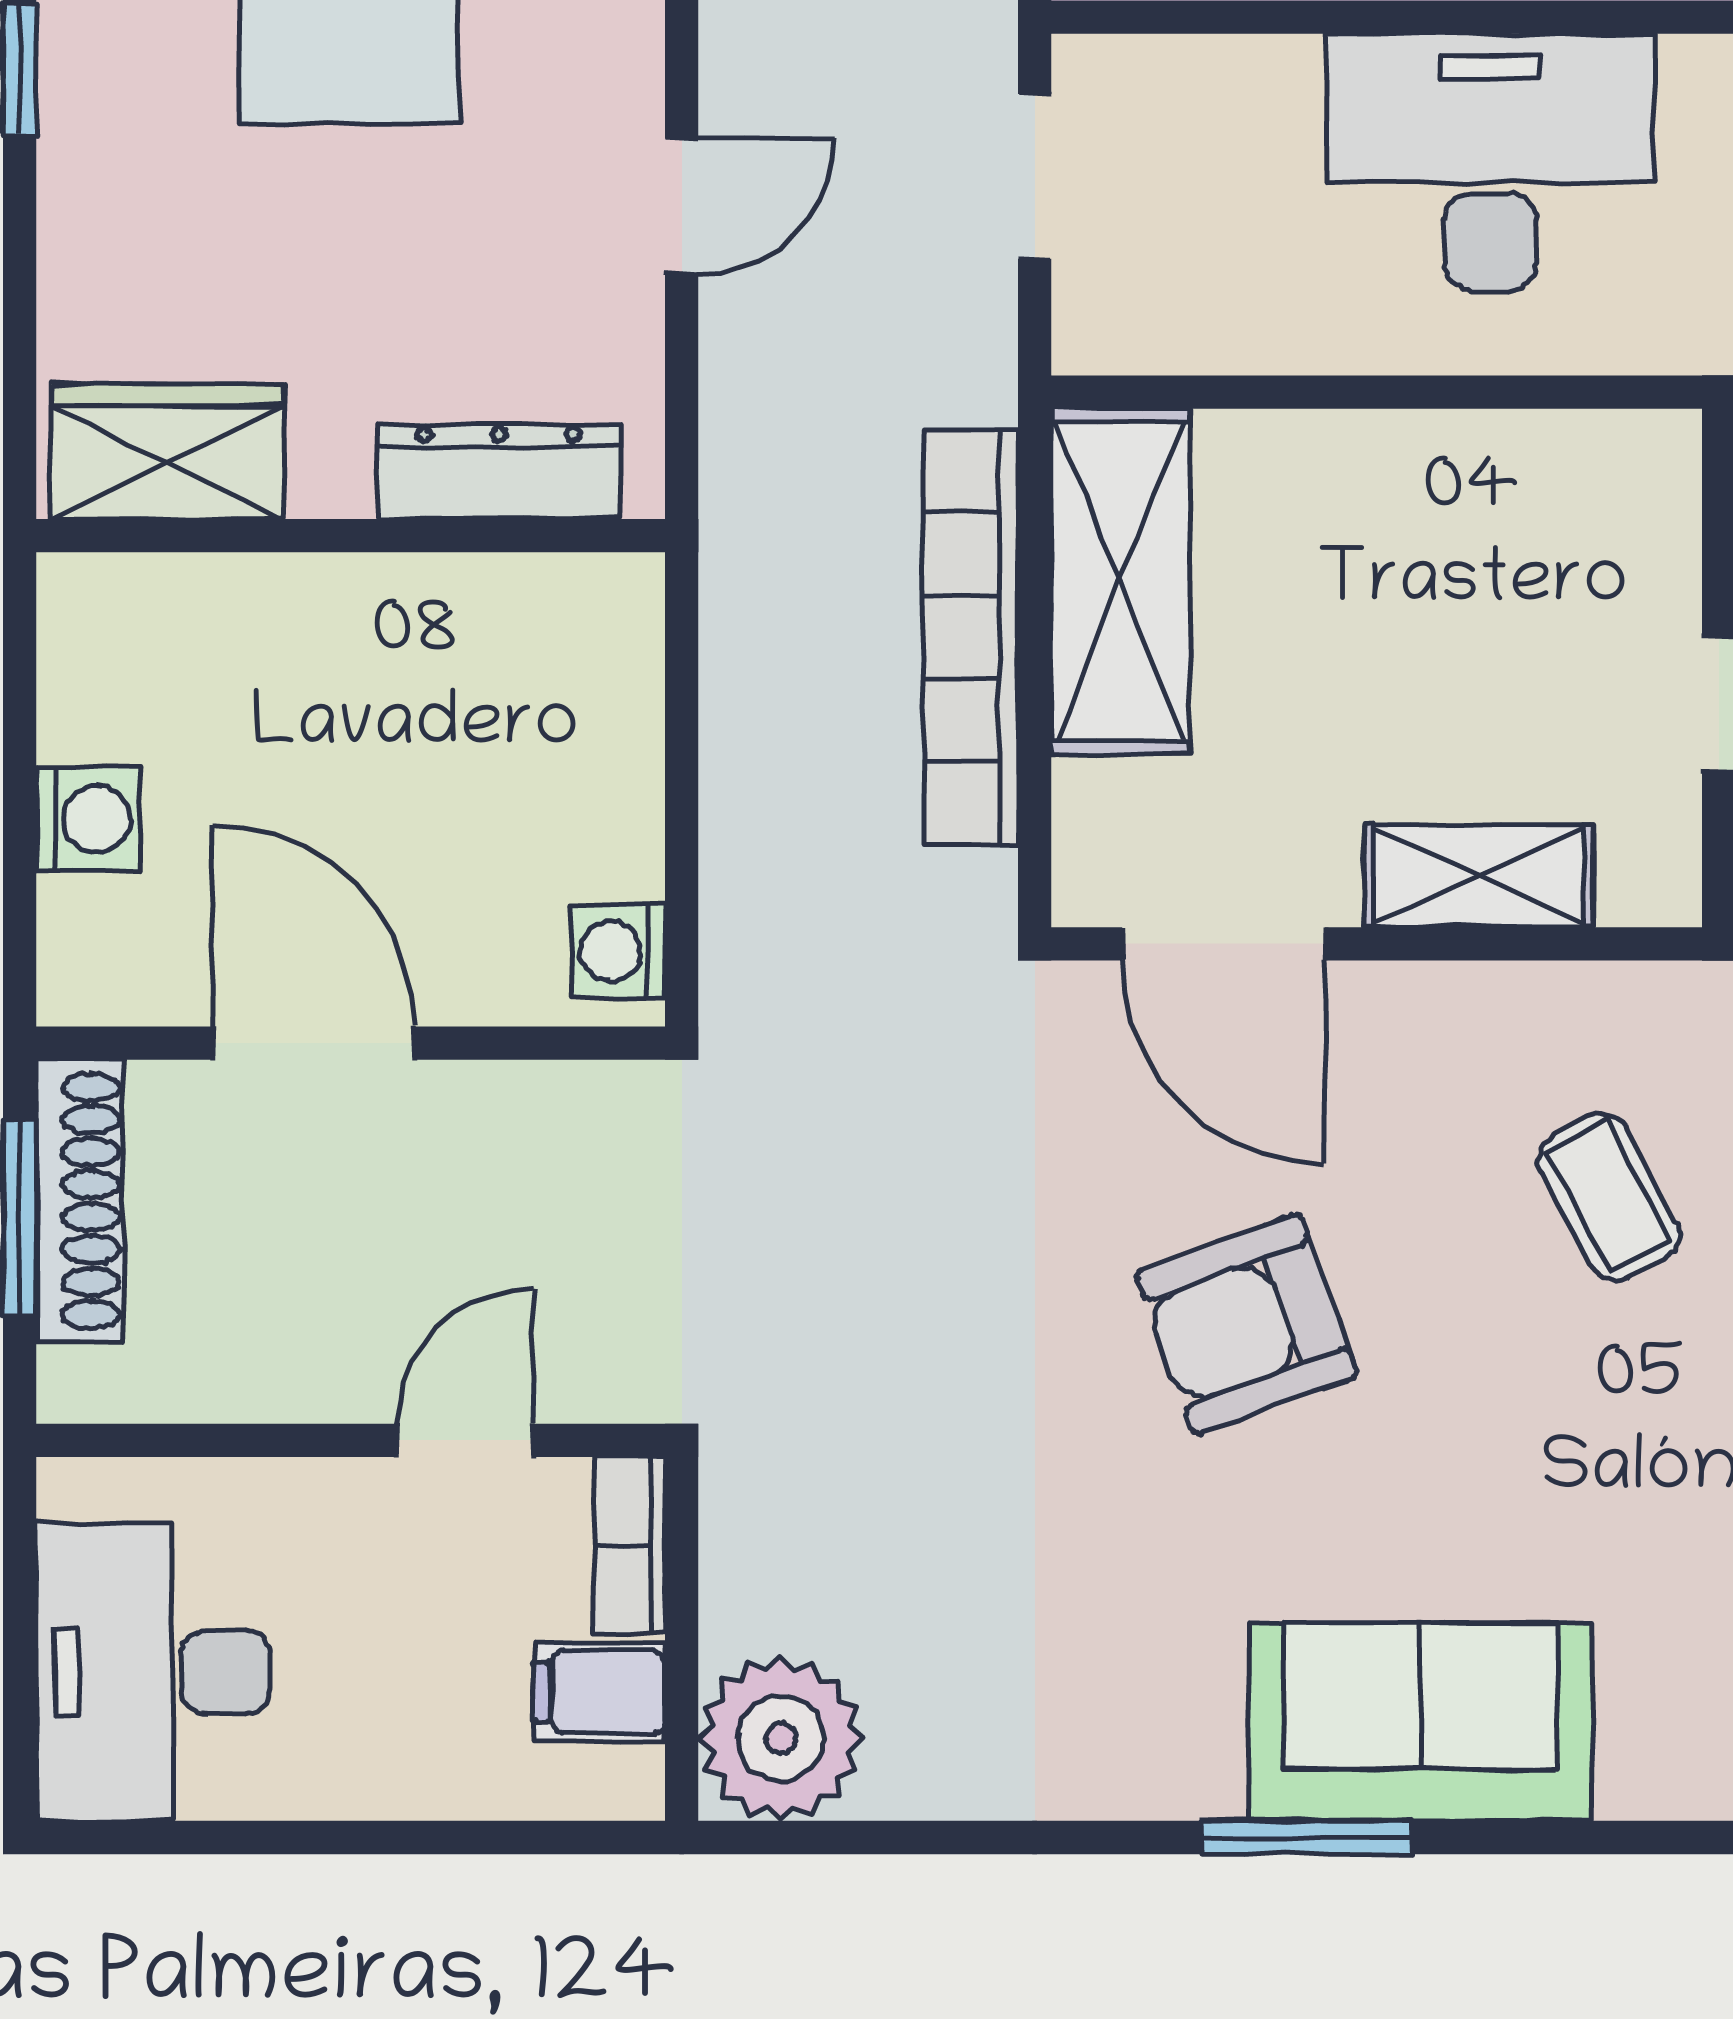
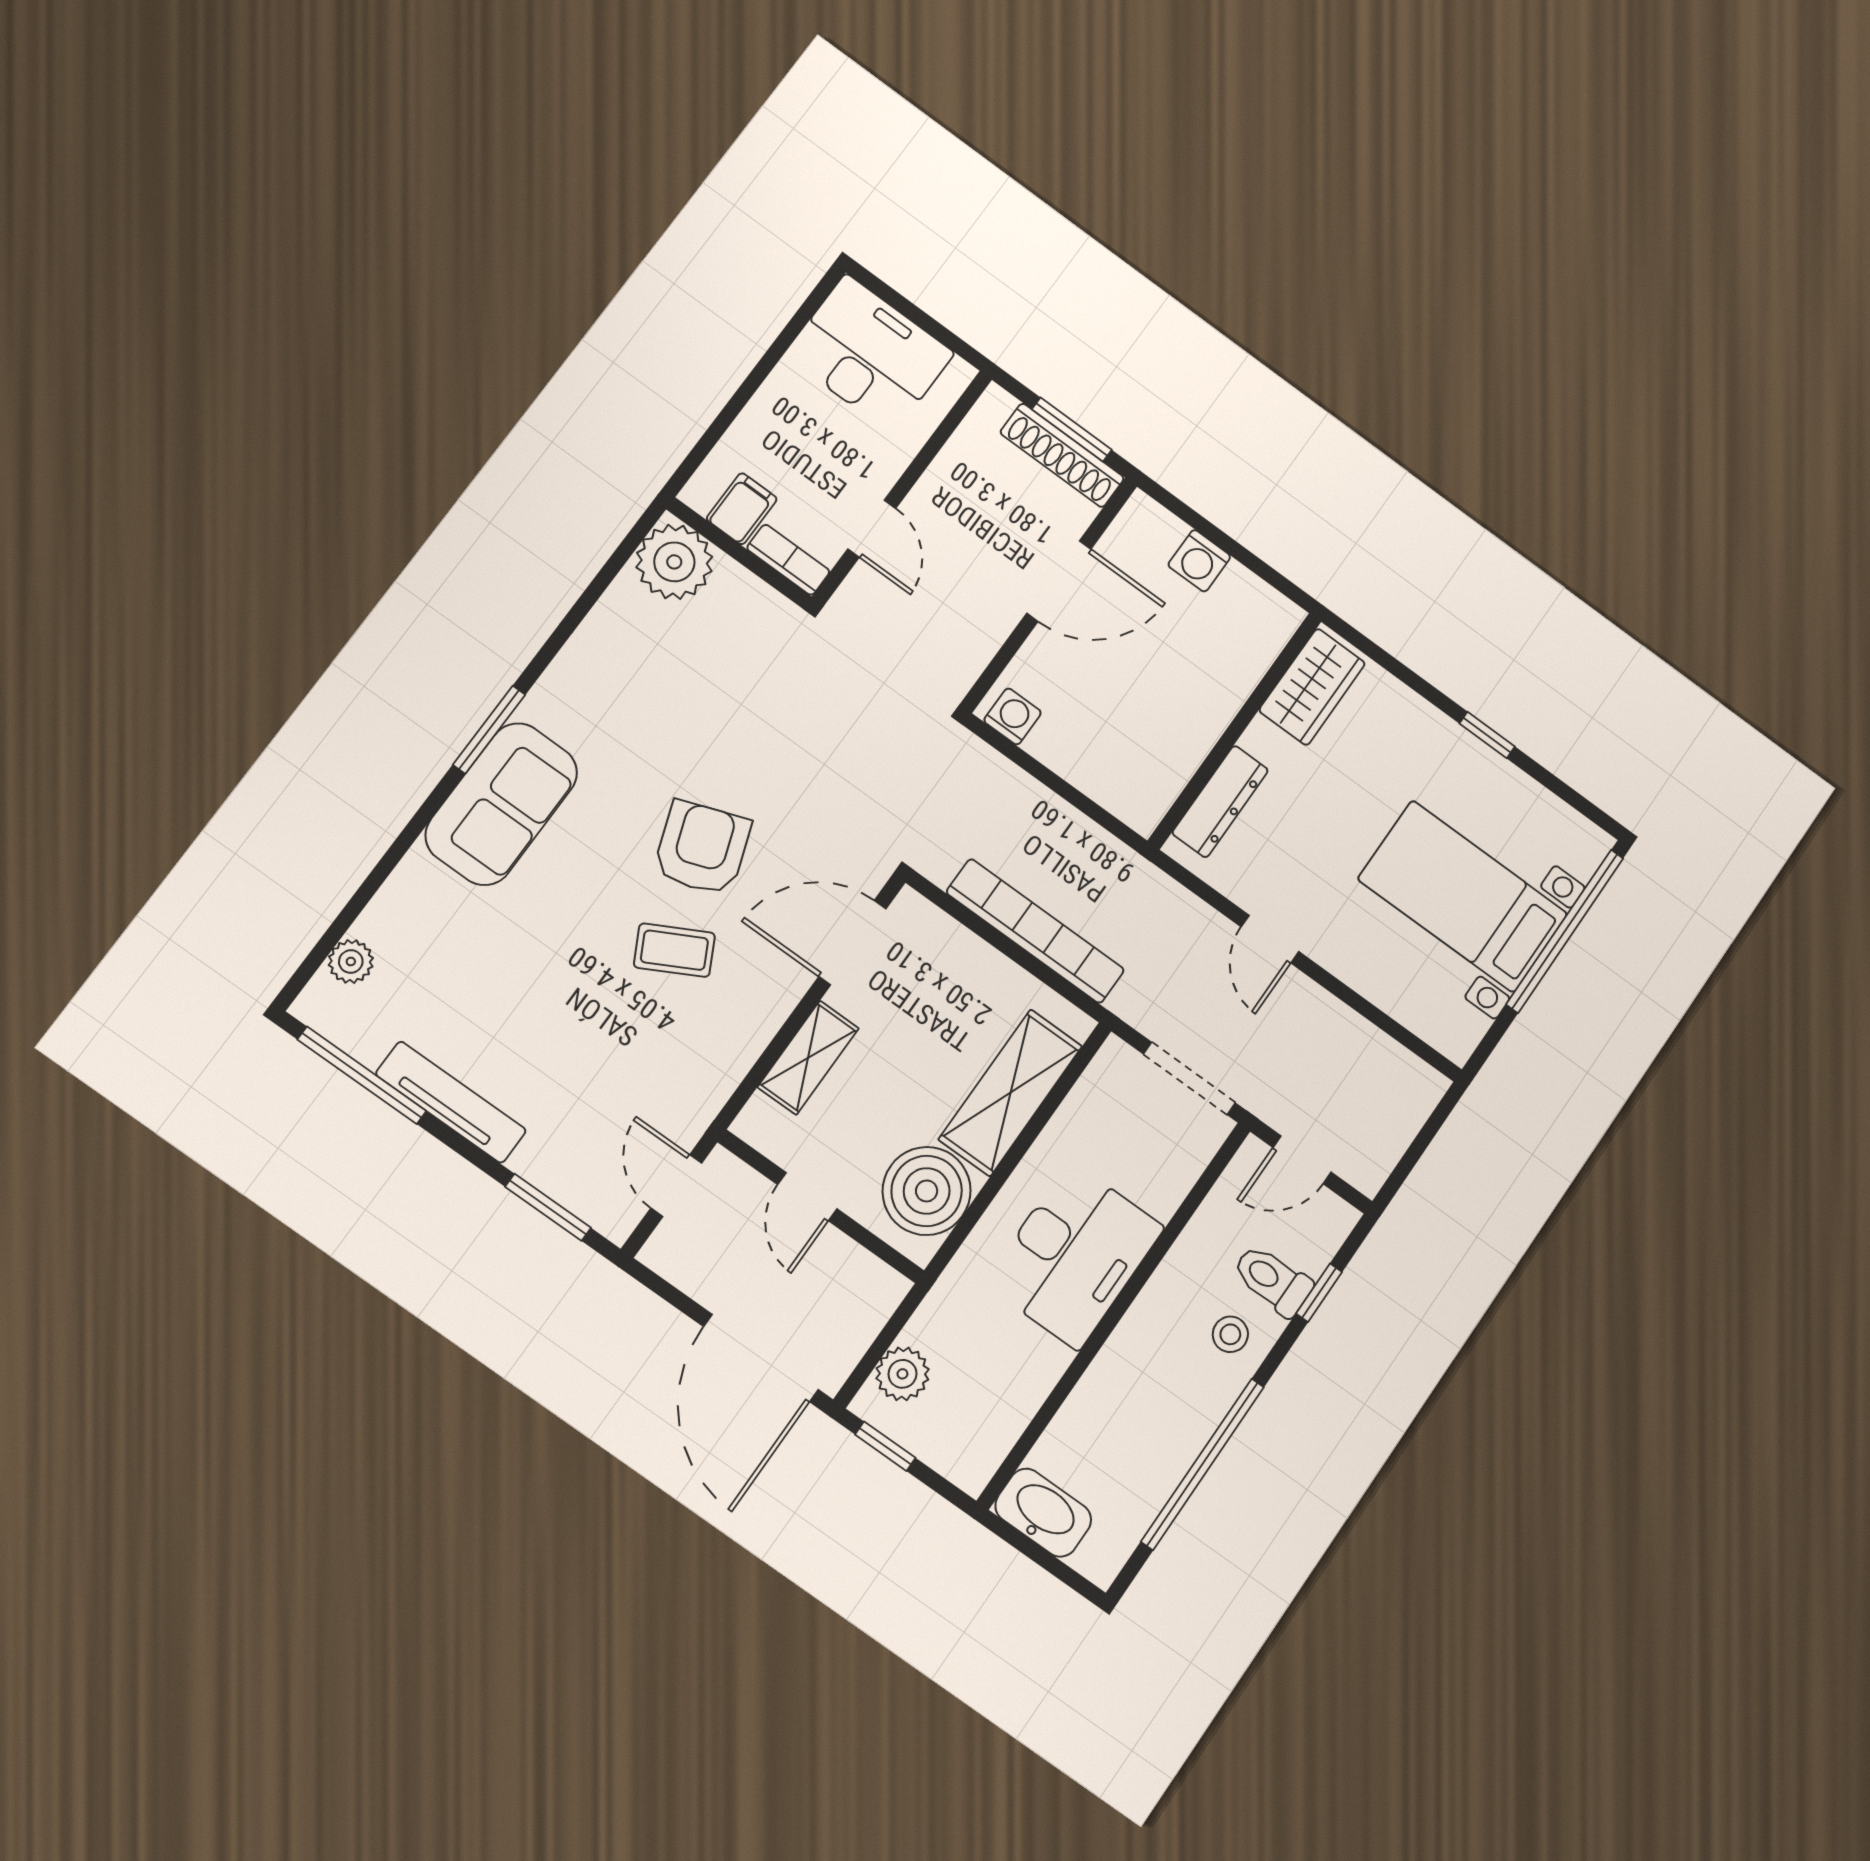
doorway: (1035, 176) -> (1189, 1079), width x1.38
boiler: (1562, 503) -> (927, 1191), added
shelving: (1120, 581) -> (1010, 1093), moved, turned 90
coffee table: (1609, 1197) -> (674, 950), moved

